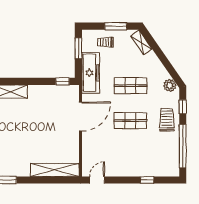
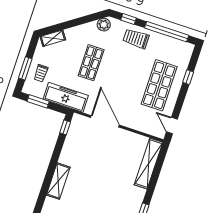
window: (116, 26) -> (25, 68), moved
shop shelf: (131, 121) -> (159, 85), moved, width x1.43, depth x1.36

